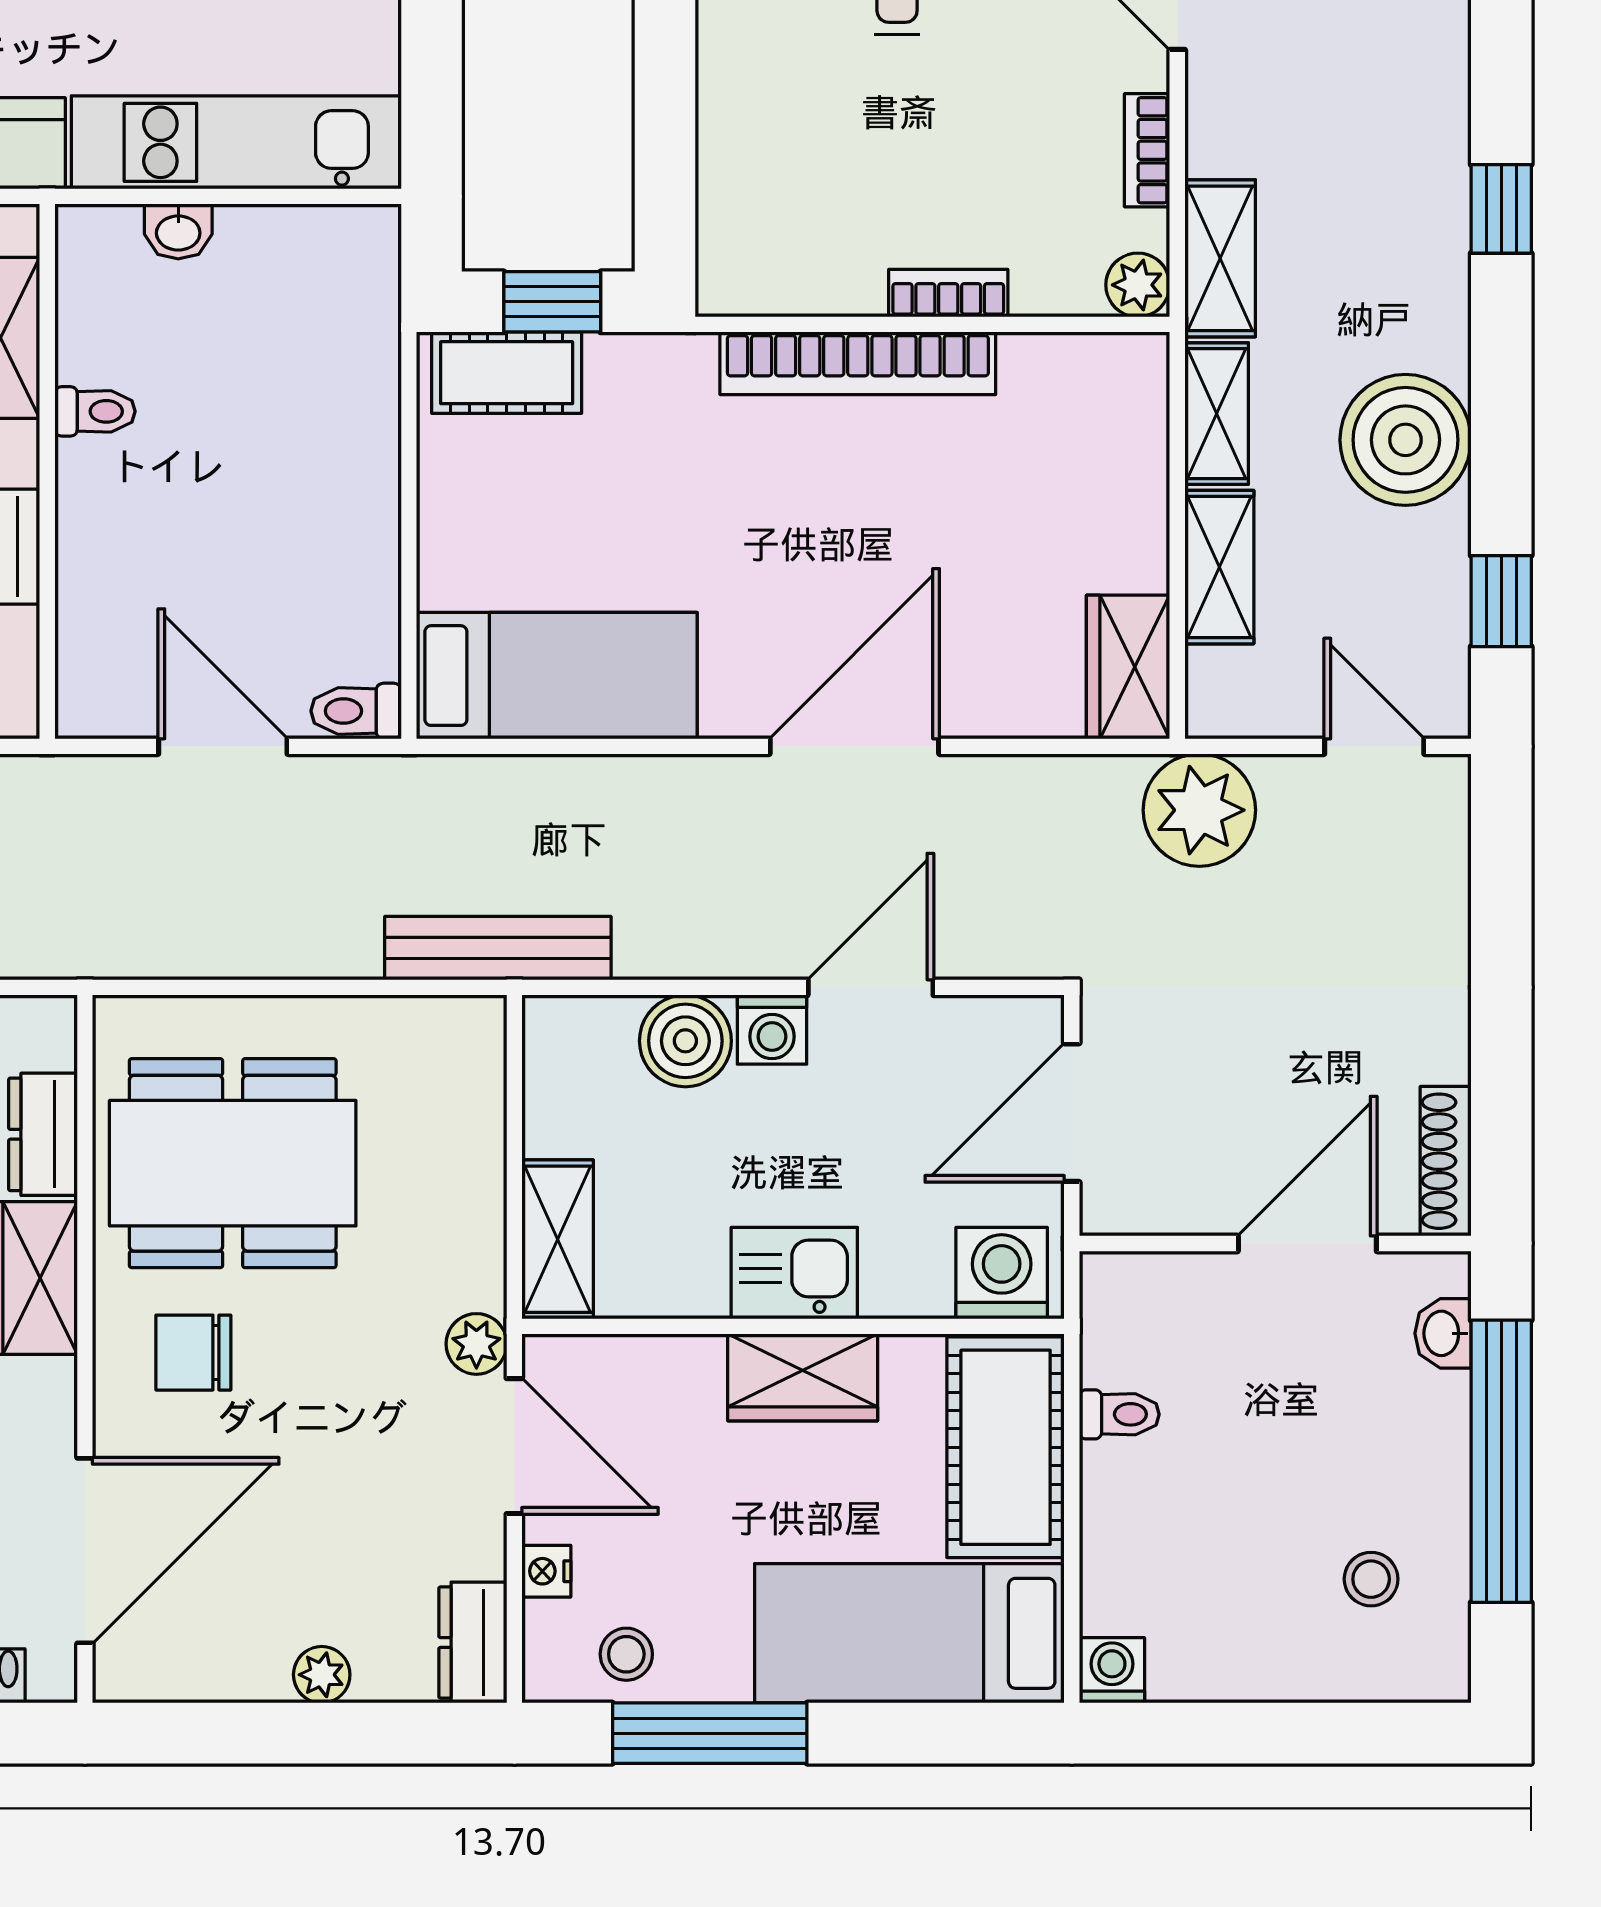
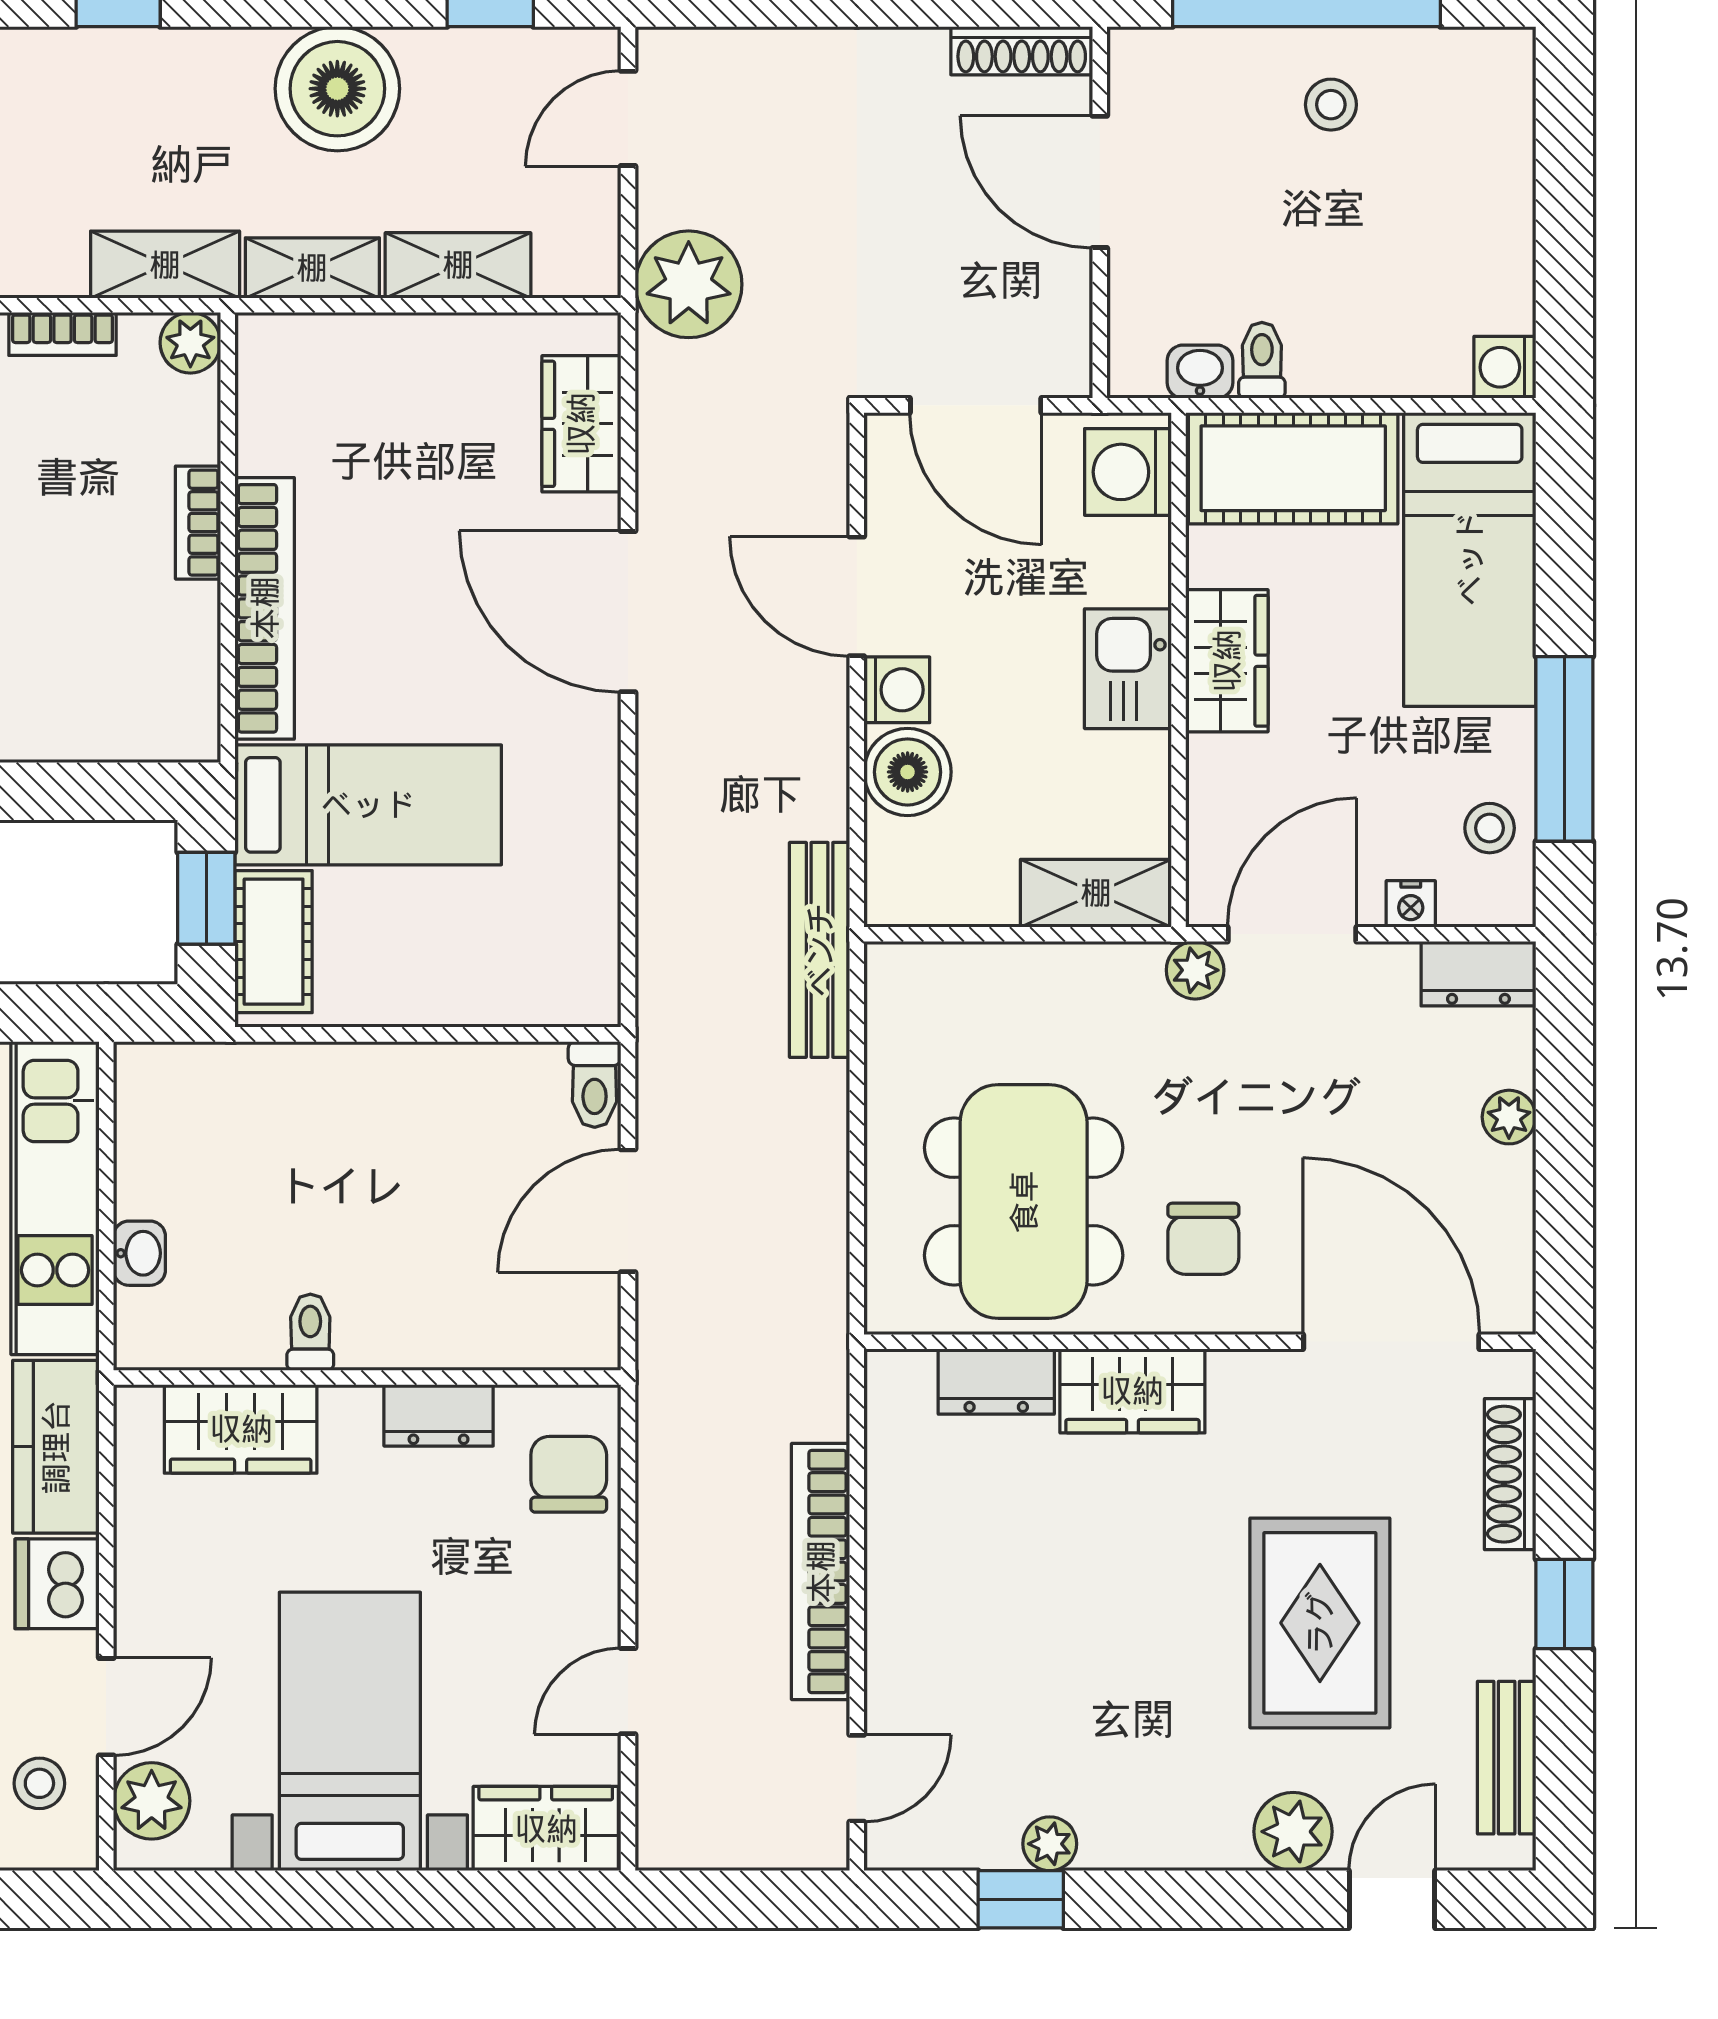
wardrobe: (1128, 667) -> (581, 424), moved, turned 90
bed: (557, 676) -> (368, 805), moved, turned 90
washbasin: (1443, 1333) -> (1200, 372), moved, turned 180
stool: (1371, 1579) -> (1331, 105), moved

